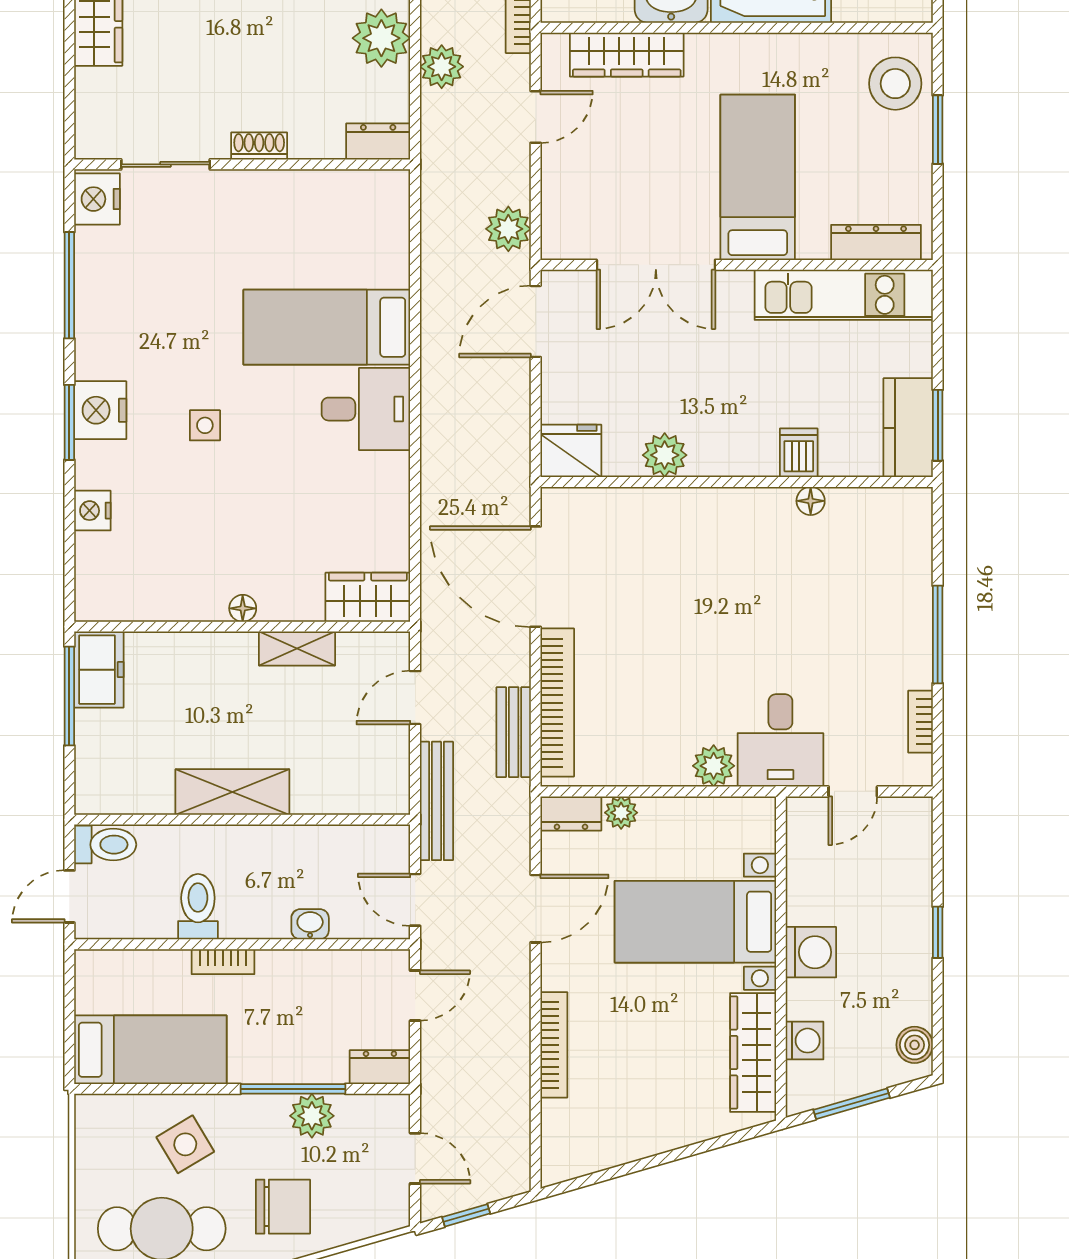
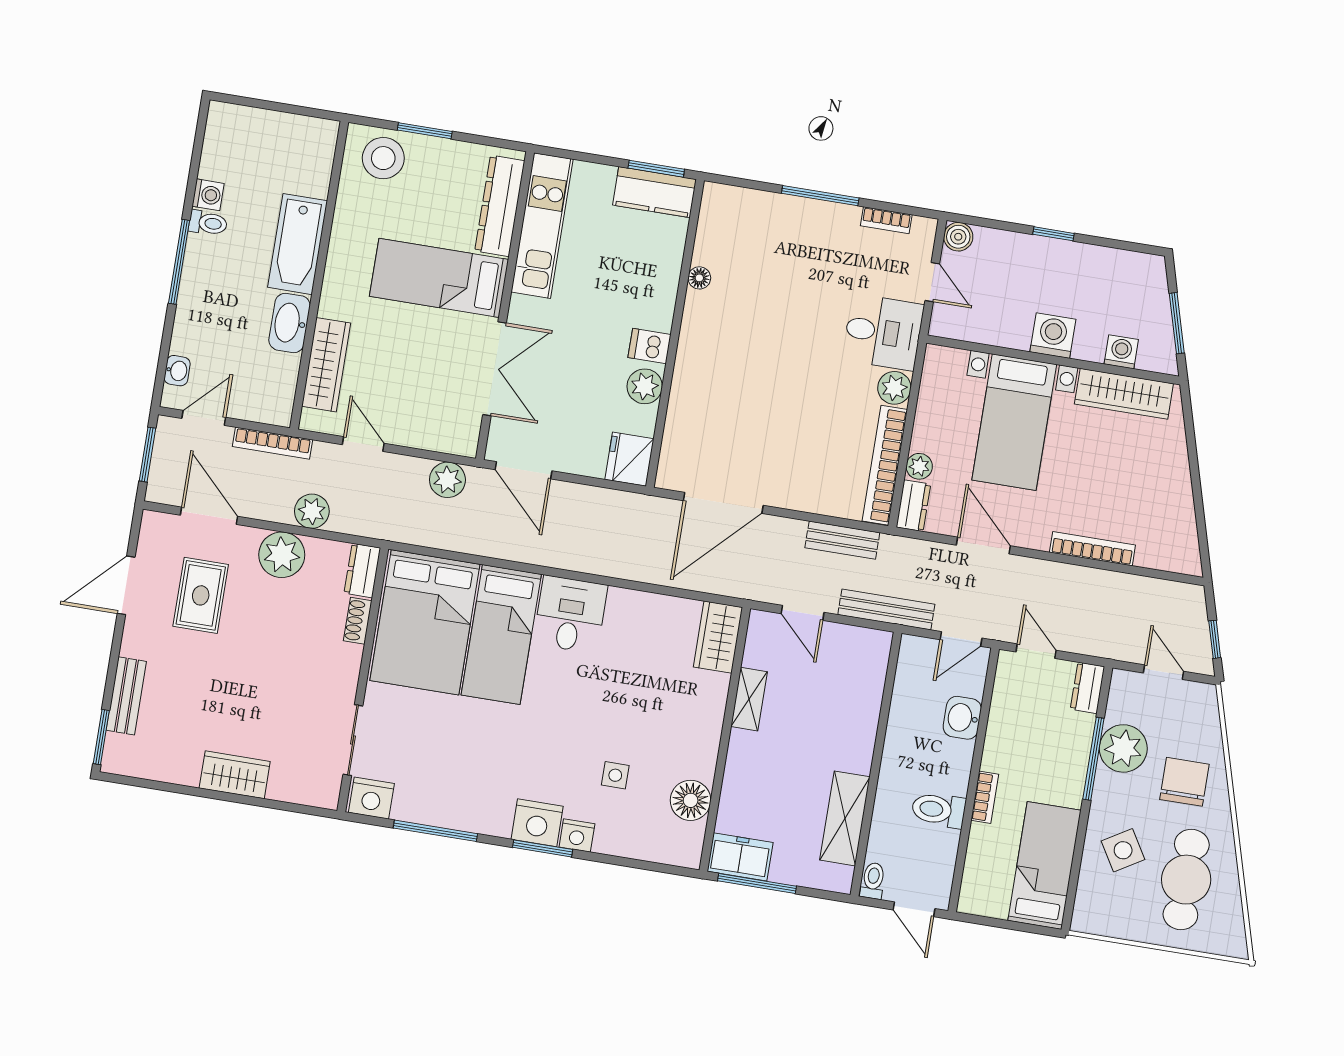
shoe rack: (259, 146) -> (358, 621), moved
bed: (326, 230) -> (425, 622), added
dresser: (876, 242) -> (500, 206), width x1.37, depth x1.24
side table: (205, 425) -> (615, 775), moved
dishwasher: (799, 453) -> (649, 346), moved
nightstand: (92, 511) -> (577, 835), moved
floor lamp: (243, 608) -> (691, 800), moved, width x1.89, depth x1.89
bookcase: (557, 703) -> (885, 465), moved, turned -90
shelving: (232, 792) -> (845, 818), moved
toilet: (105, 845) -> (873, 881), width x0.73, depth x0.72
washbasin: (310, 924) -> (962, 718), width x1.38, depth x1.45
boiler: (915, 1045) -> (958, 237), moved
plant: (312, 1116) -> (1123, 748), width x1.36, depth x1.36
door: (415, 1158) -> (1163, 672), hinge flipped

